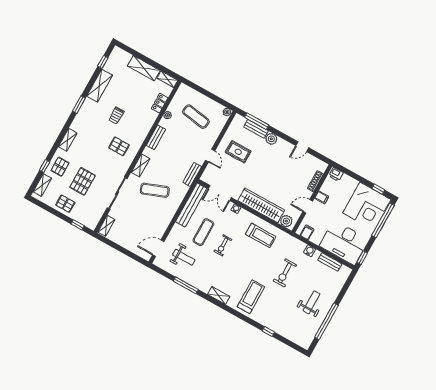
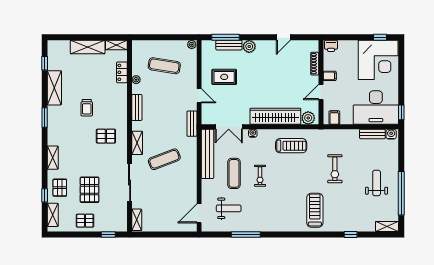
window: (383, 220) -> (401, 65), removed
water cooler: (310, 251) -> (391, 134), moved
shelving: (219, 295) -> (387, 226), moved

